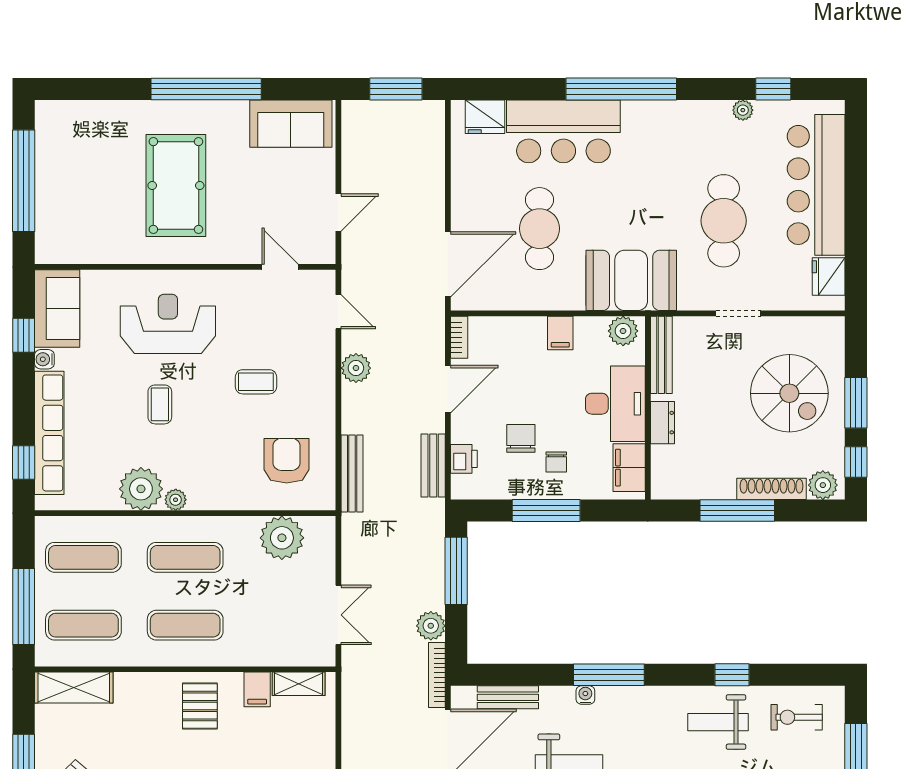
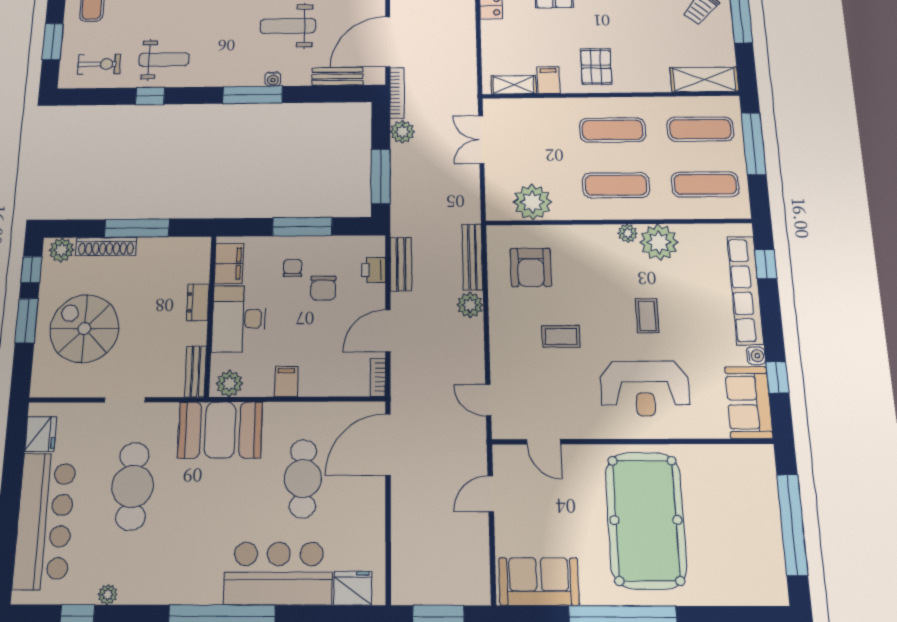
pool table: (176, 185) -> (646, 520), width x1.36, depth x1.32
bench: (661, 355) -> (195, 371), width x0.73
plant: (356, 368) -> (470, 305), moved

